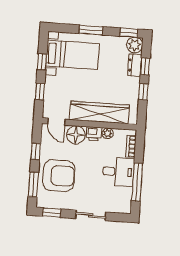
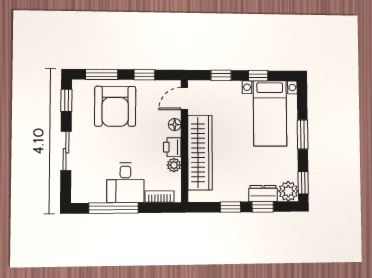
floor lamp: (76, 135) -> (175, 125), width x0.53, depth x0.53

